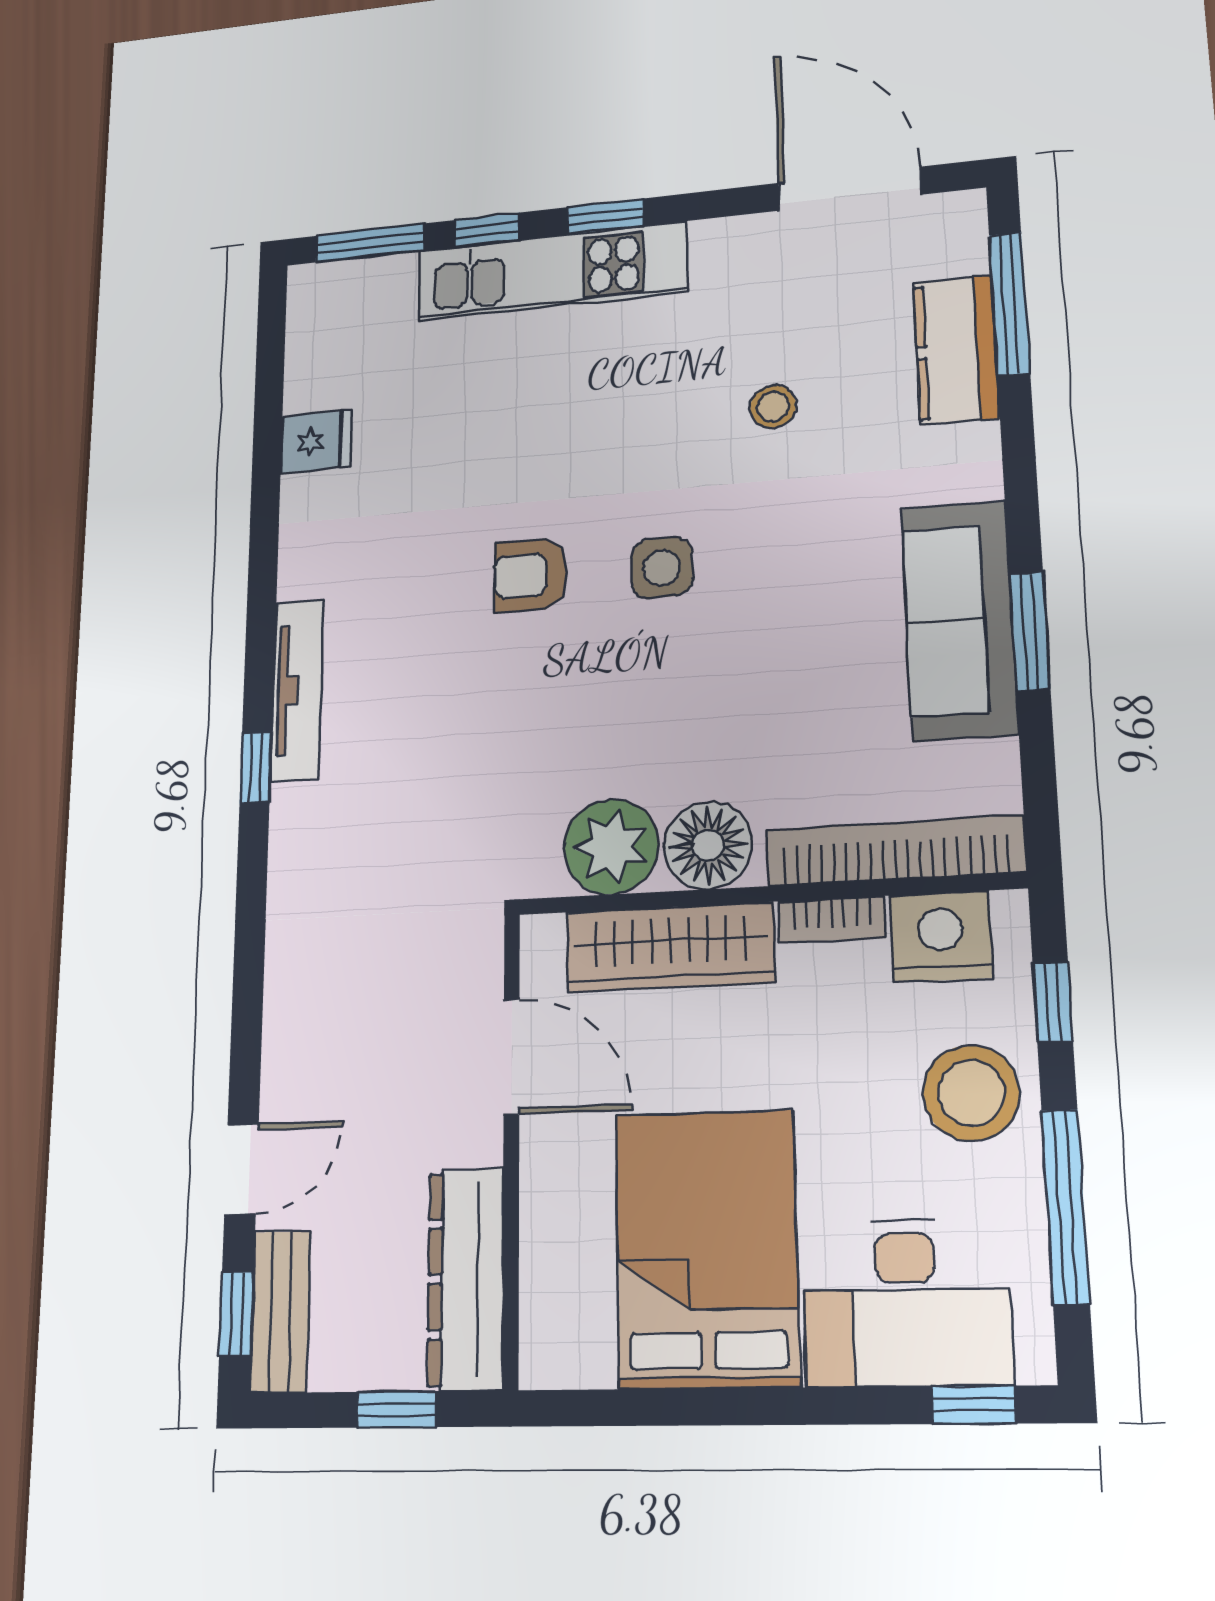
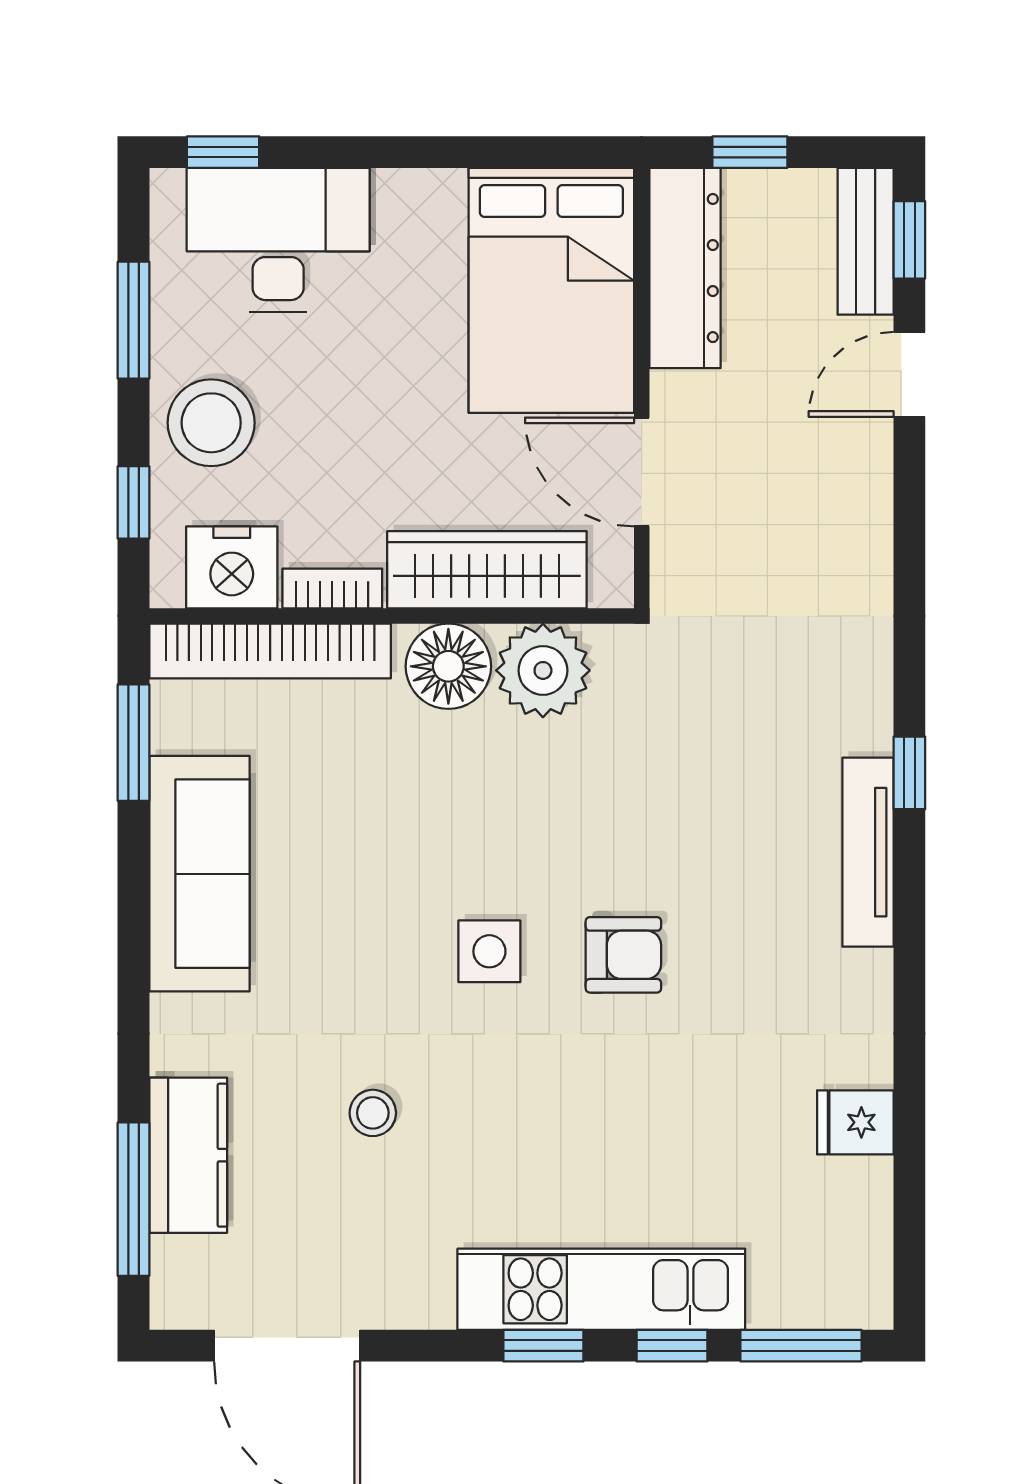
window: (1030, 631) -> (134, 743), moved
window: (1065, 1206) -> (134, 320), width x0.69
bed: (707, 1249) -> (551, 290), moved

